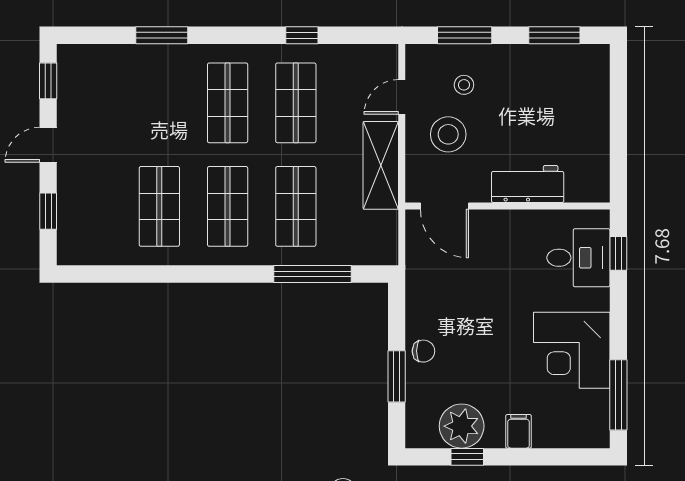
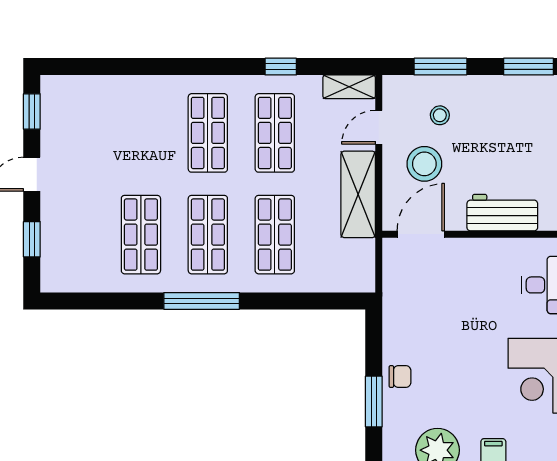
window: (162, 35) -> (143, 67), removed
shelving: (372, 56) -> (349, 87), added
door: (445, 206) -> (421, 234), swing flipped
window: (313, 274) -> (202, 301), moved

